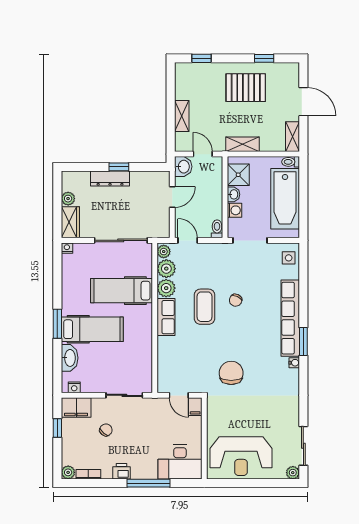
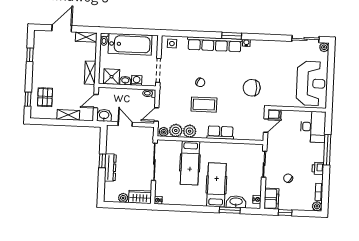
pallet: (246, 88) -> (45, 97), moved, width x0.67, depth x0.71
row of seats: (166, 317) -> (220, 133), moved
window: (57, 324) -> (230, 210), moved

